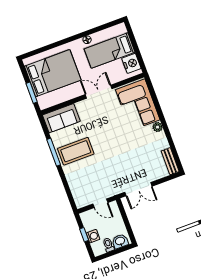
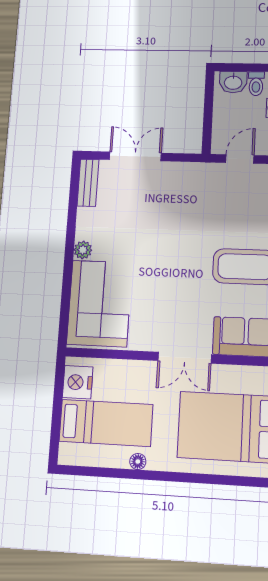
double door: (99, 92) -> (185, 358), moved
double door: (138, 189) -> (135, 156), moved
door: (100, 203) -> (240, 159), hinge flipped

